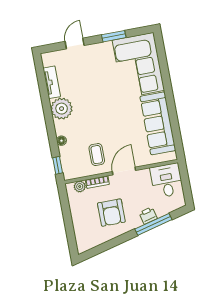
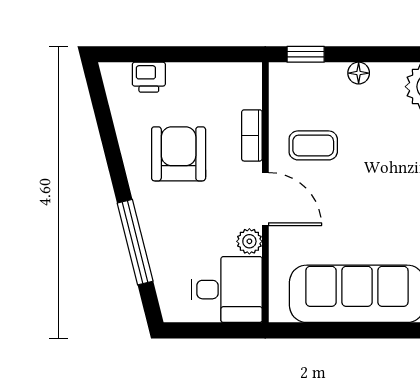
plant: (80, 187) -> (249, 241), moved
armchair: (111, 213) -> (179, 154), turned 90
printer: (148, 216) -> (149, 77), moved, turned 104

